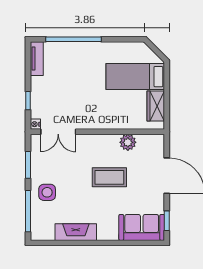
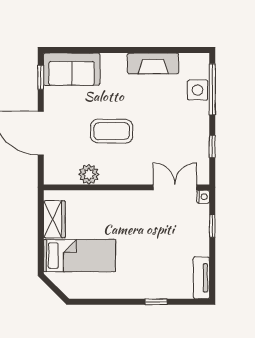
window: (73, 39) -> (156, 302), width x0.32
window: (28, 165) -> (212, 146), width x0.67
side table: (47, 192) -> (198, 90), moved

